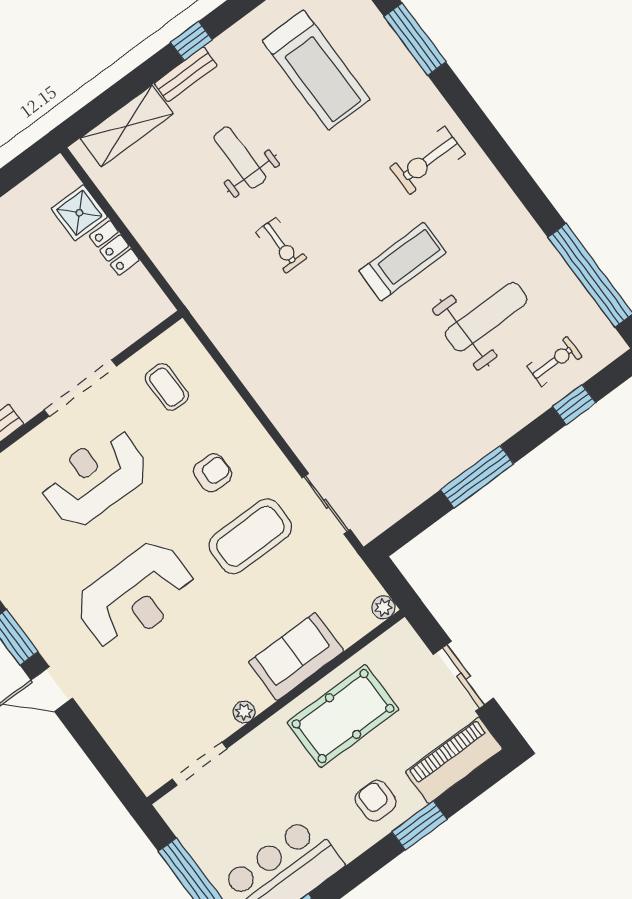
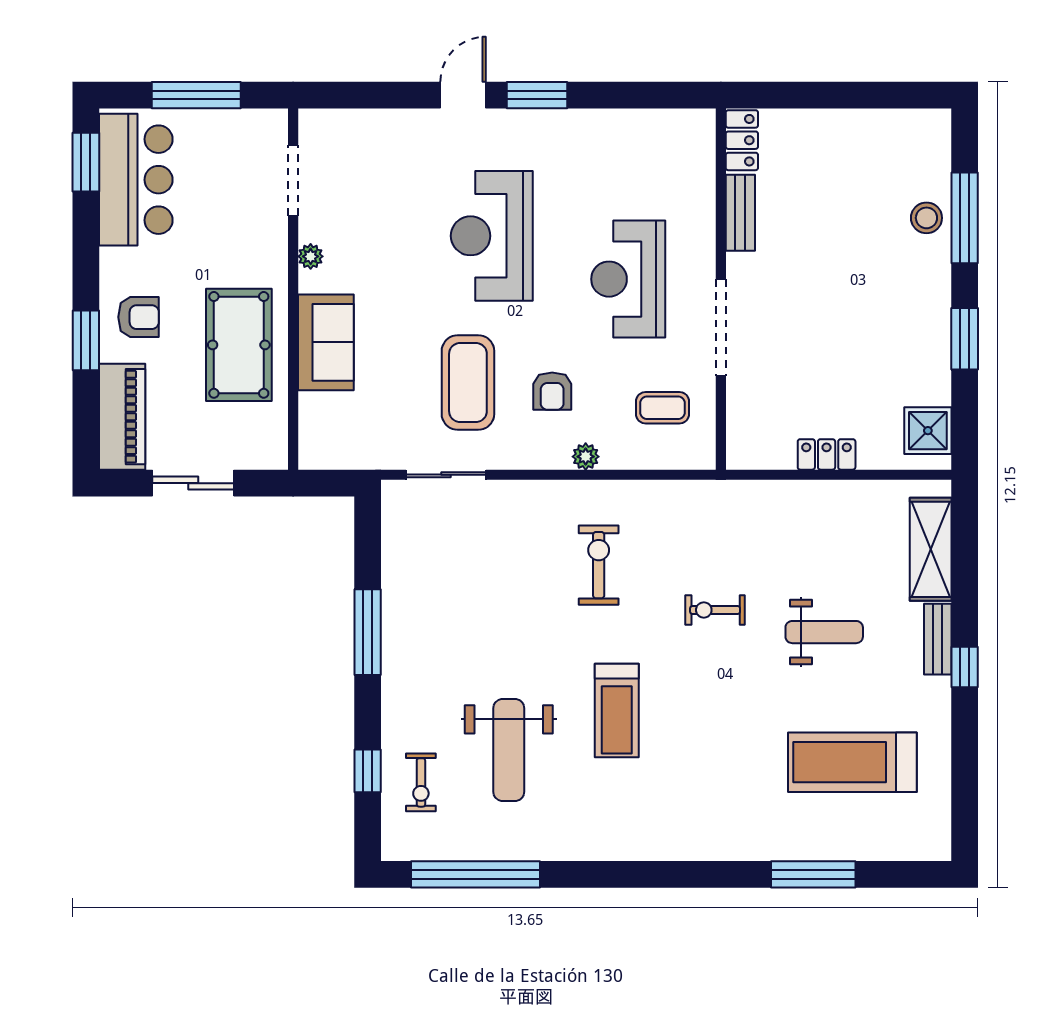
exercise bike: (427, 160) -> (599, 565), moved
shower: (79, 213) -> (928, 431), moved
reception desk: (95, 478) -> (628, 279), turned 180
plant: (383, 607) -> (586, 457), moved

